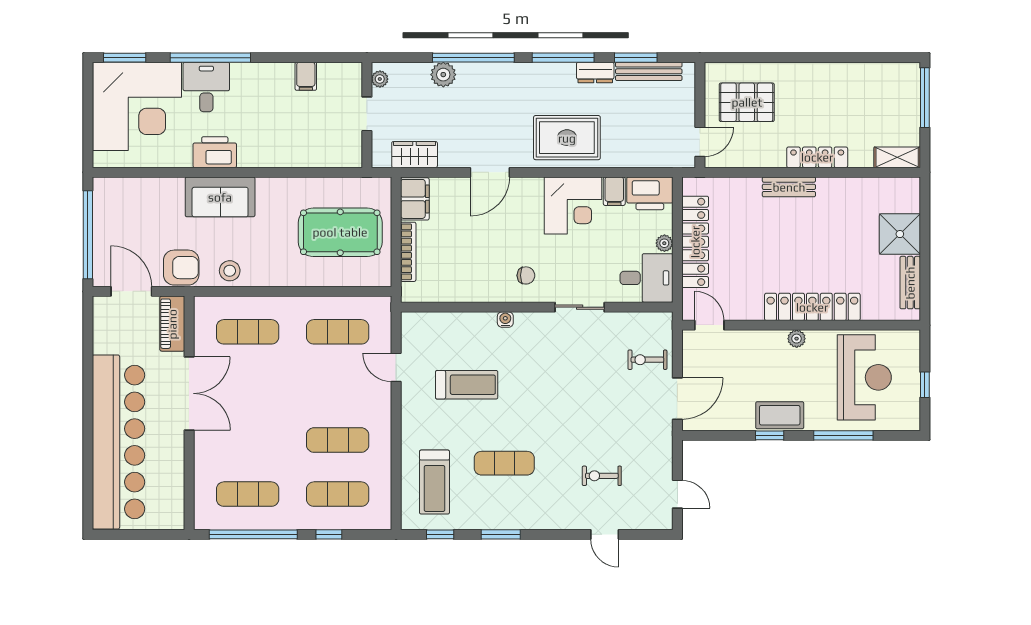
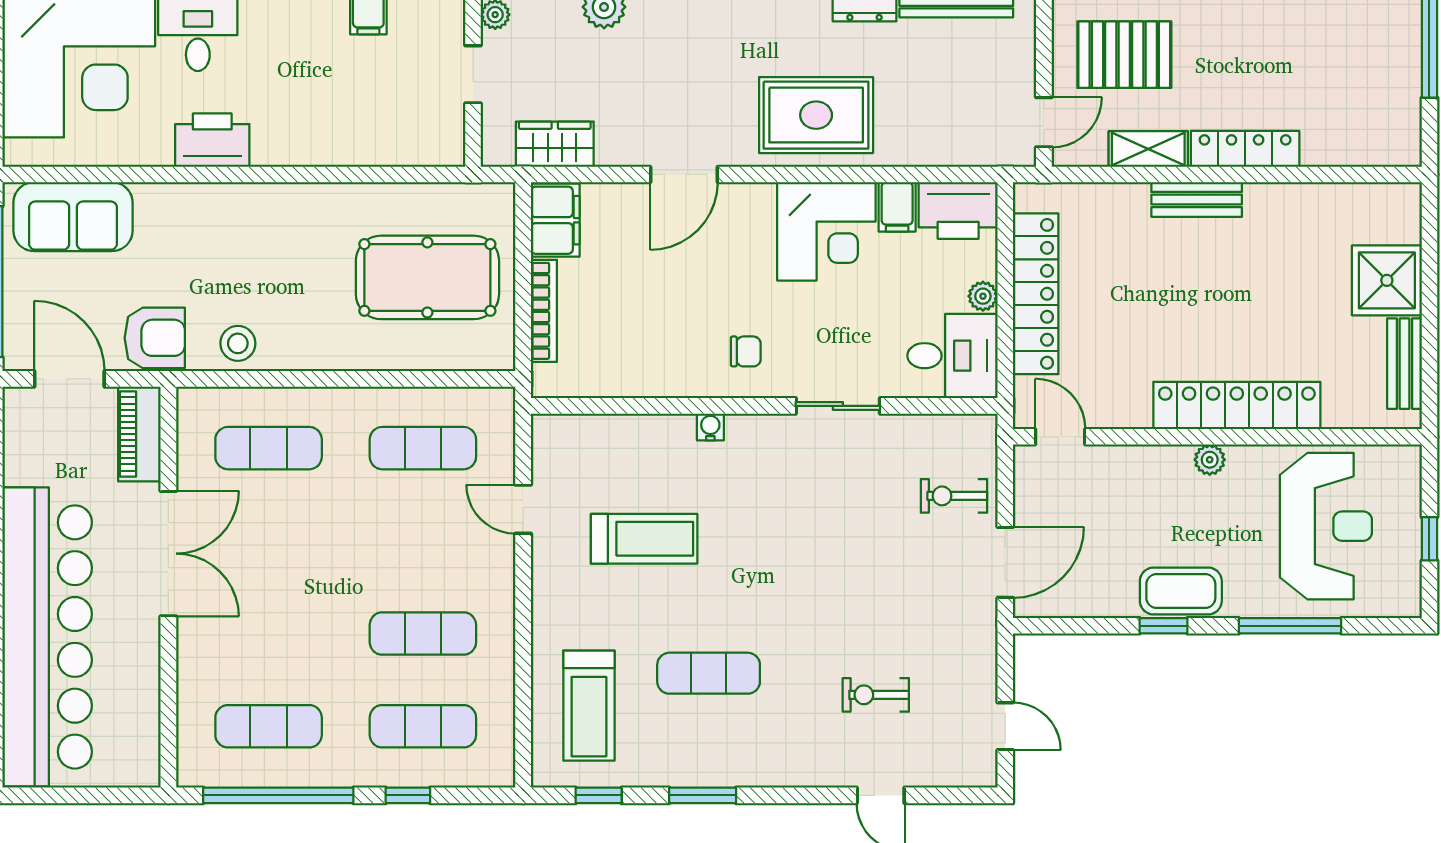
shelving: (897, 157) -> (1148, 149), moved
sofa: (220, 197) -> (73, 217), moved

